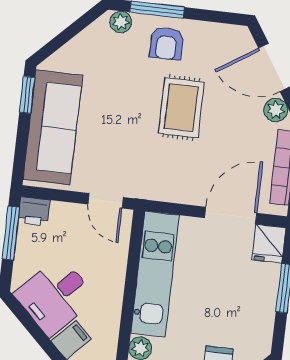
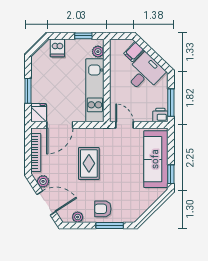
plant: (121, 22) -> (78, 217), moved
armchair: (167, 43) -> (103, 209), turned -90
rug: (181, 108) -> (89, 163), moved

